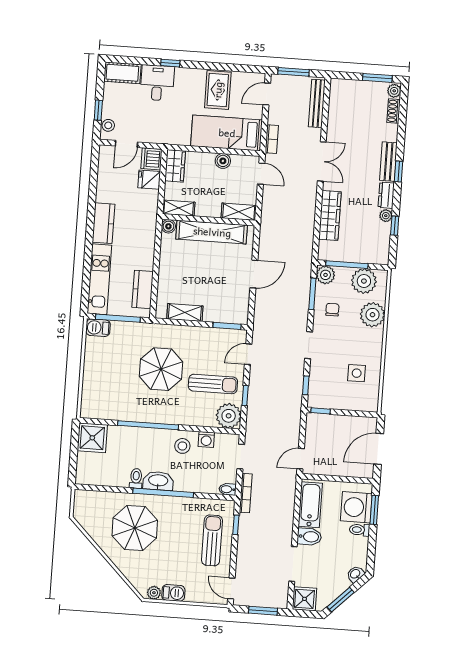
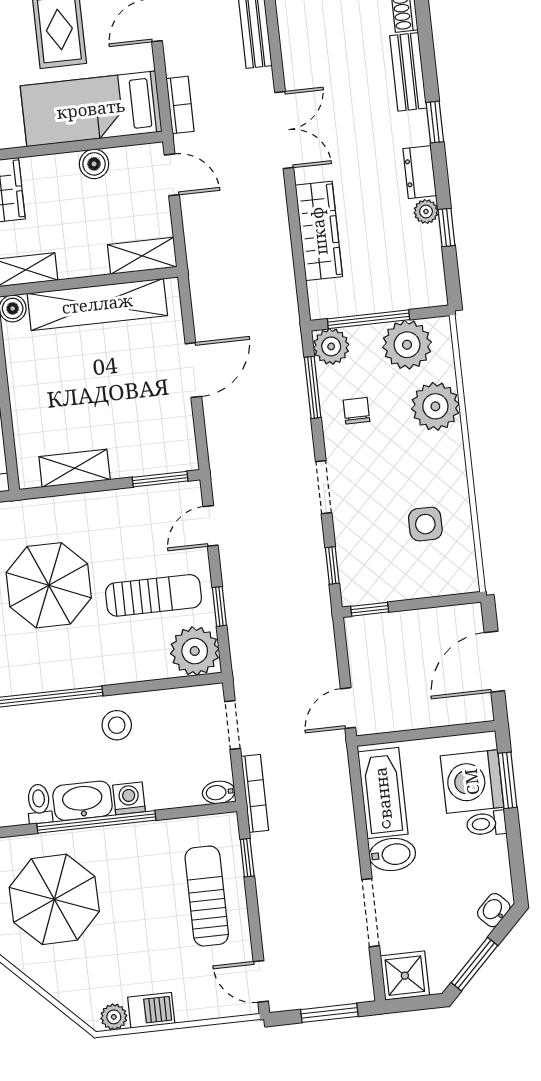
bench: (388, 162) -> (408, 72), moved
washing machine: (206, 439) -> (129, 798), moved, turned 180

